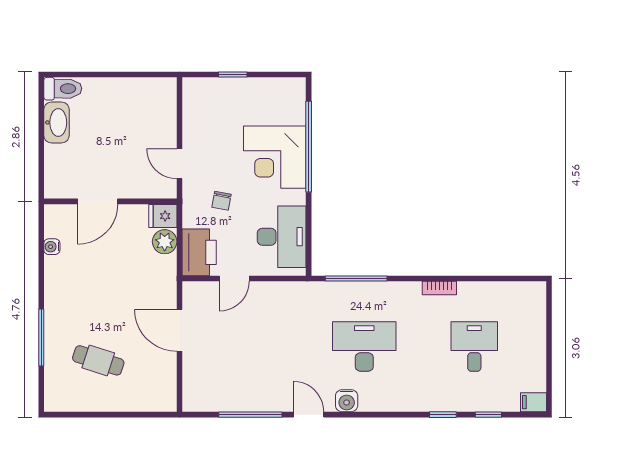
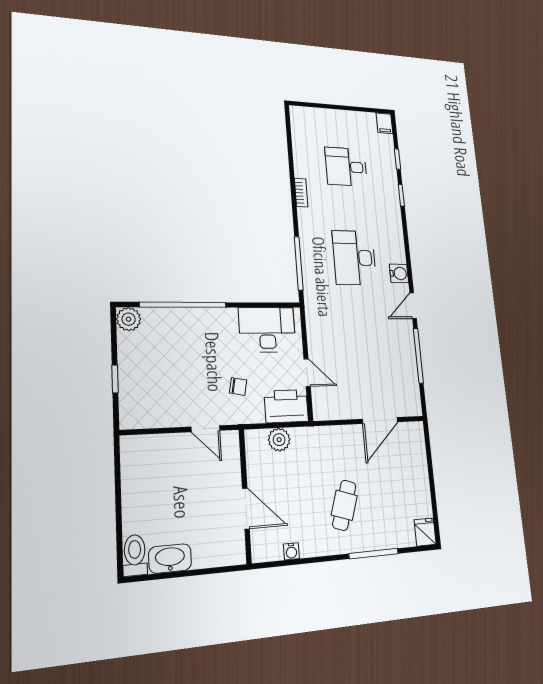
plant: (293, 90) -> (129, 319), added
corner desk: (275, 157) -> (195, 337), removed
door: (179, 164) -> (206, 429), hinge flipped
fridge: (163, 216) -> (425, 532), moved, turned 180
door: (179, 330) -> (380, 420), moved
cafe table: (98, 360) -> (344, 505), moved

